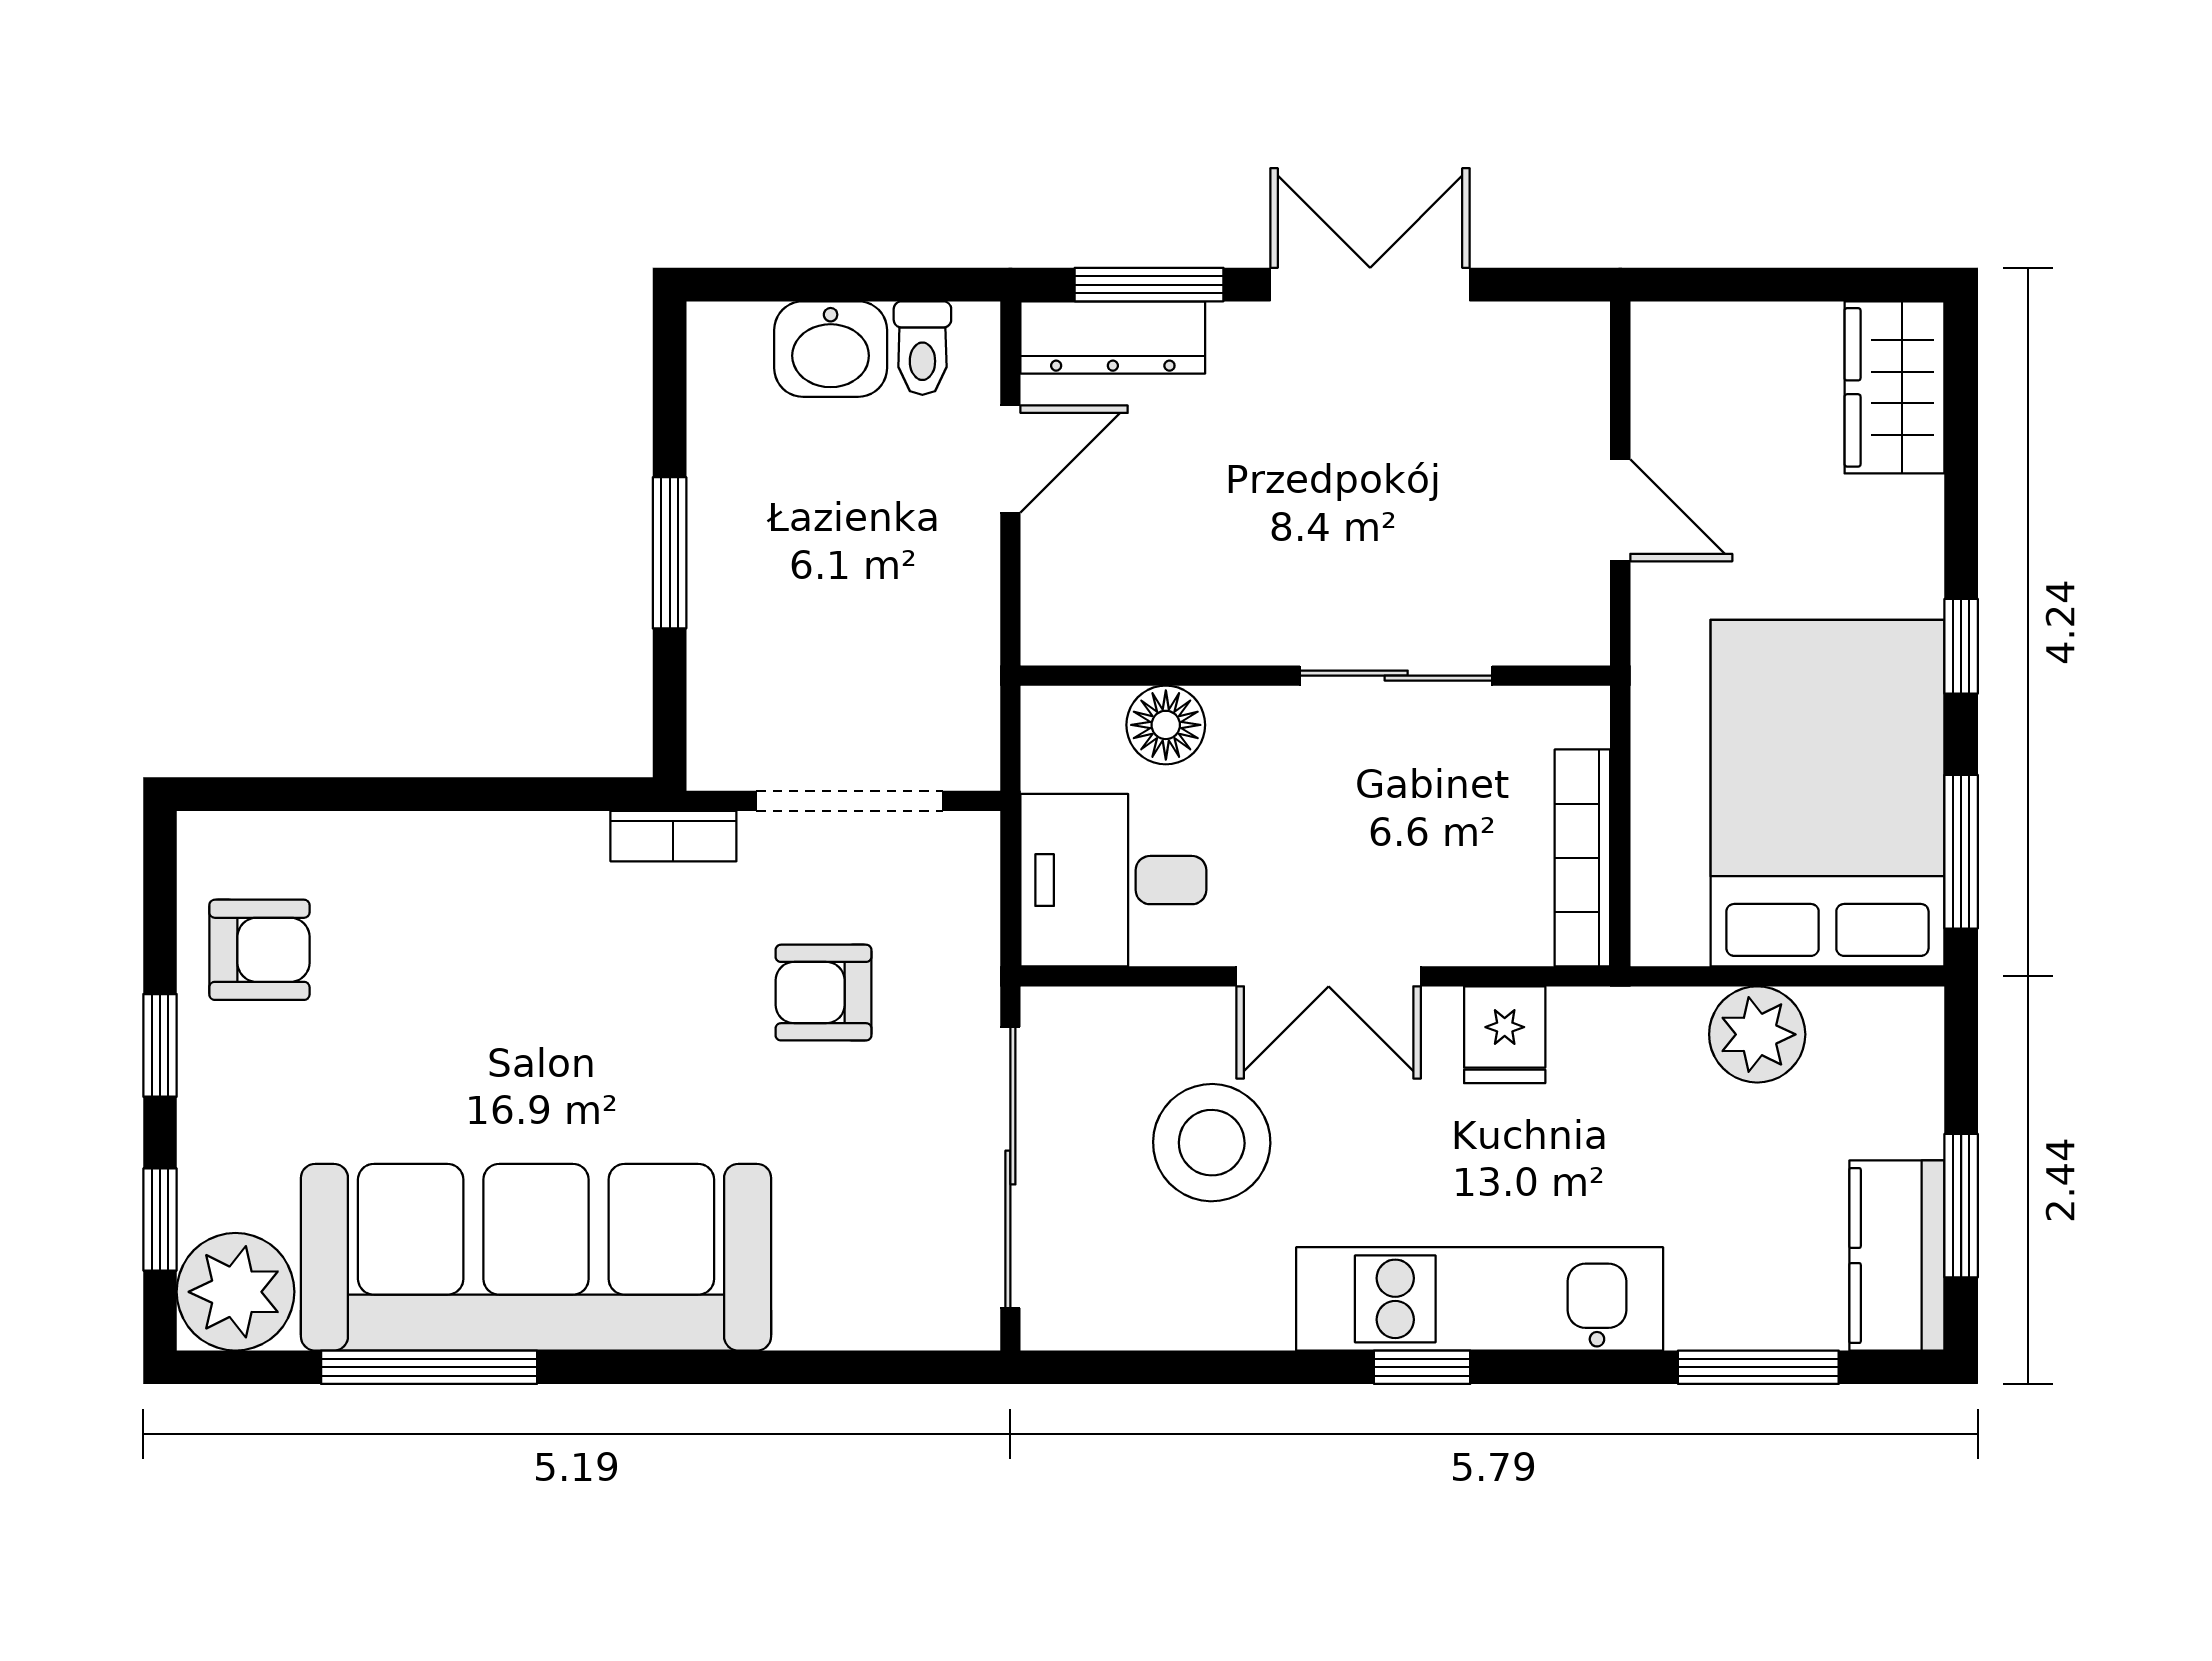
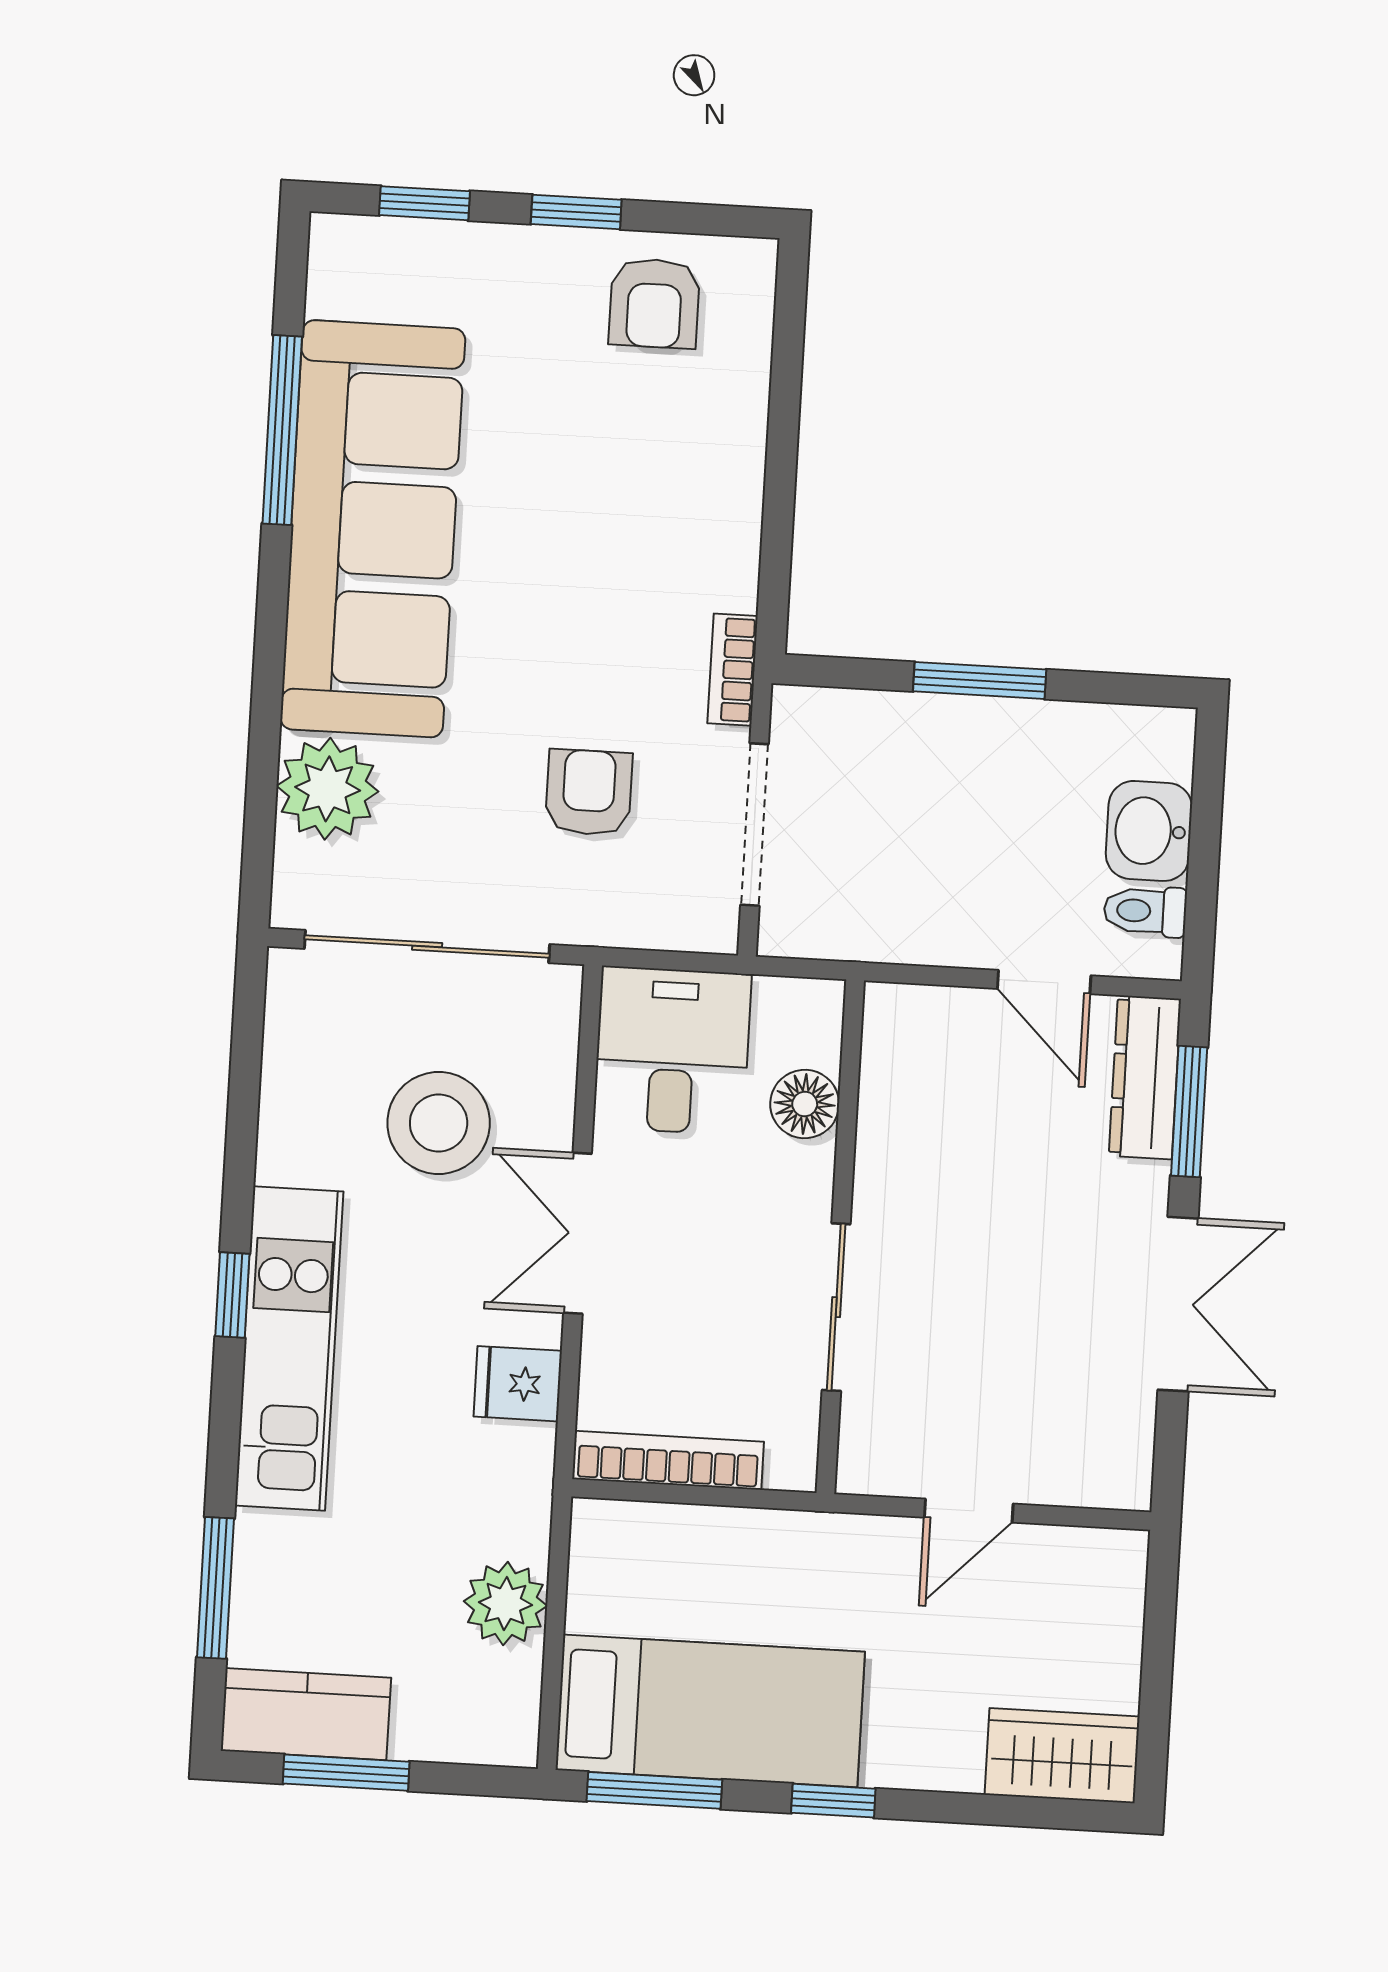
bed: (1827, 793) -> (710, 1711), width x0.67
plant: (235, 1292) -> (328, 789), moved

